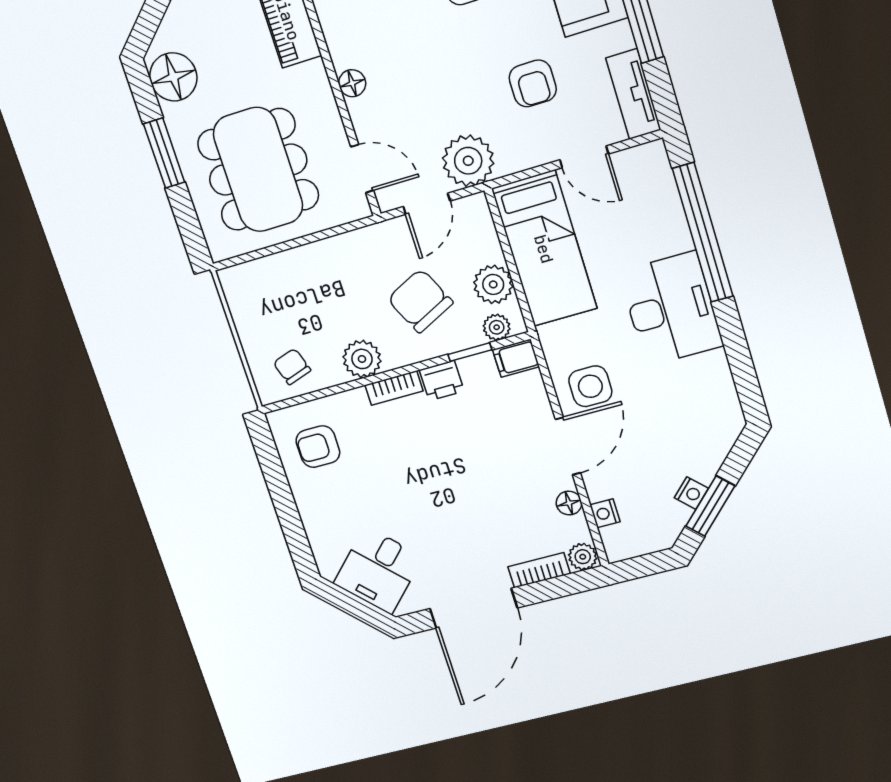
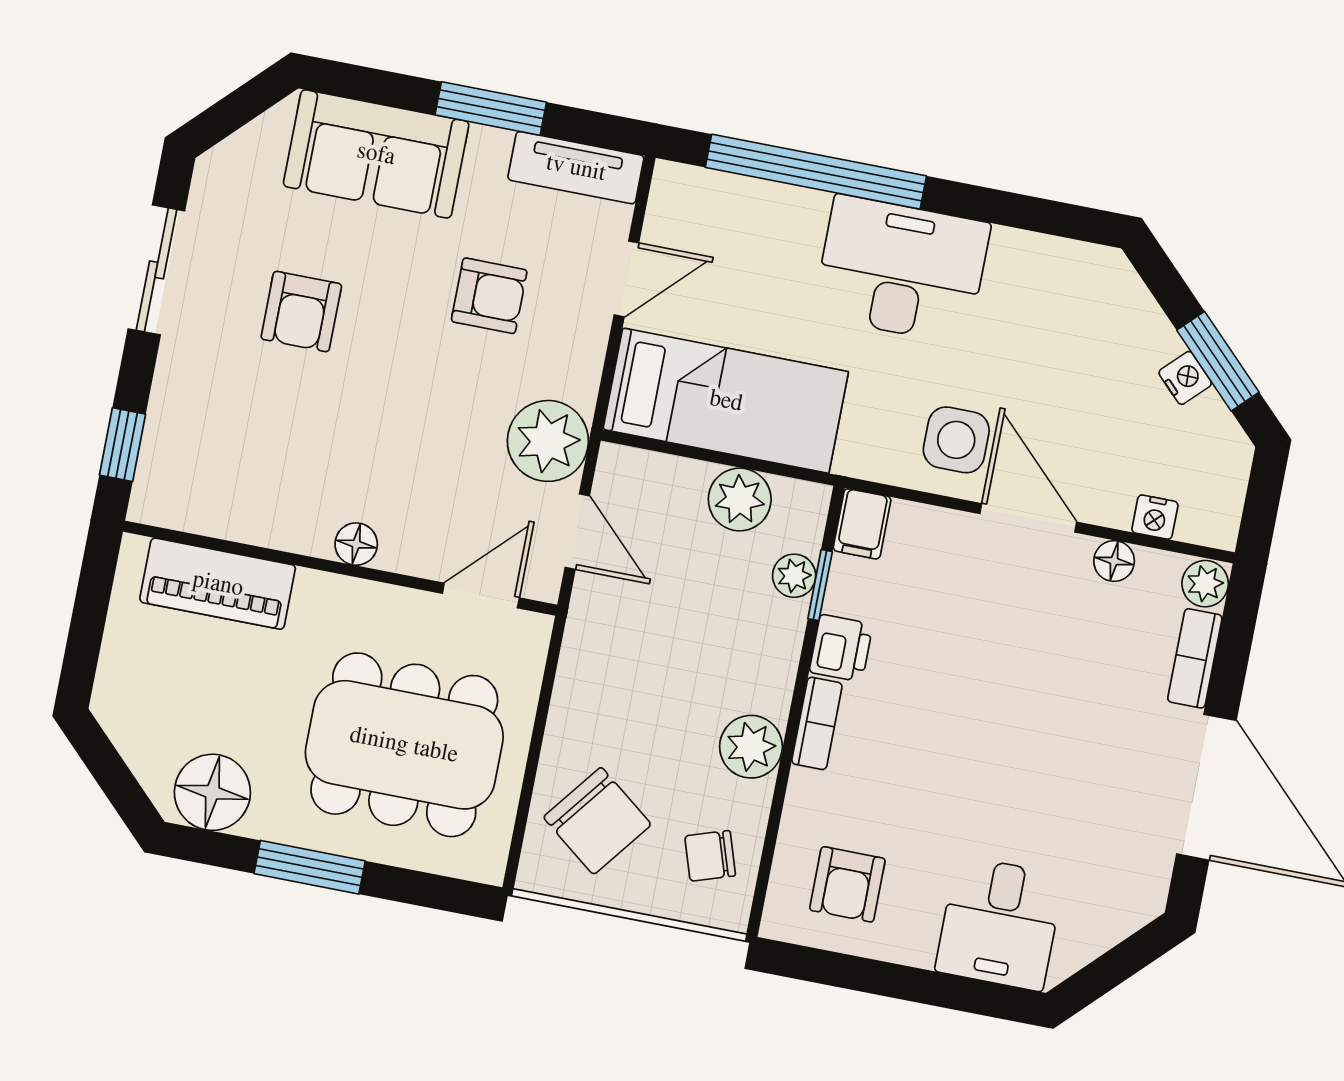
chair: (420, 301) -> (597, 821), moved, turned -116
plant: (497, 327) -> (794, 576), moved
desk: (378, 570) -> (1000, 923), moved, turned 45

